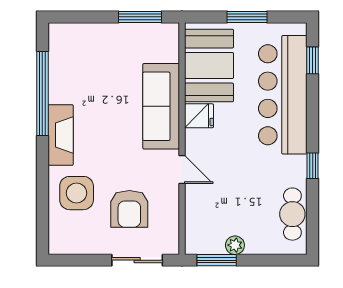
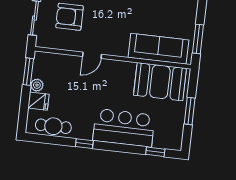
bar counter: (283, 95) -> (124, 128), width x0.73
sofa: (161, 106) -> (158, 49), moved
fridge: (199, 116) -> (38, 101), moved, turned -90

